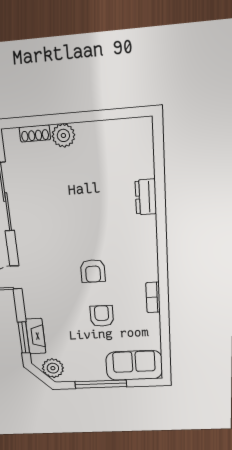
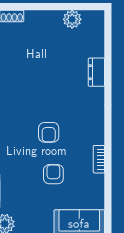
plant: (63, 135) -> (72, 19), moved

